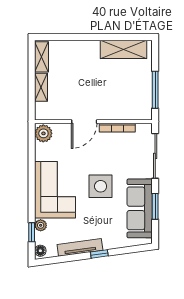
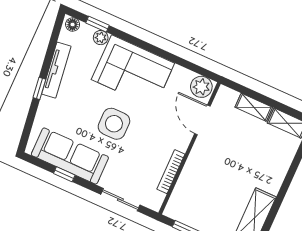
door: (84, 122) -> (202, 120), moved
sliding door: (155, 156) -> (120, 200), width x0.73
window: (155, 206) -> (64, 174), width x0.67

